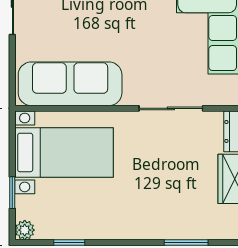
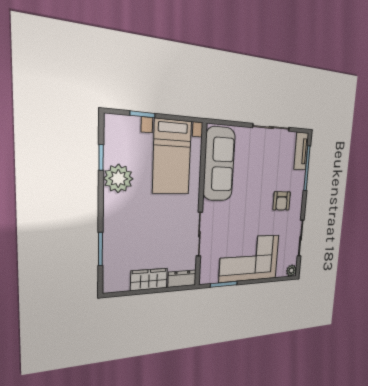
plant: (25, 230) -> (118, 179), moved, width x1.87, depth x1.87

